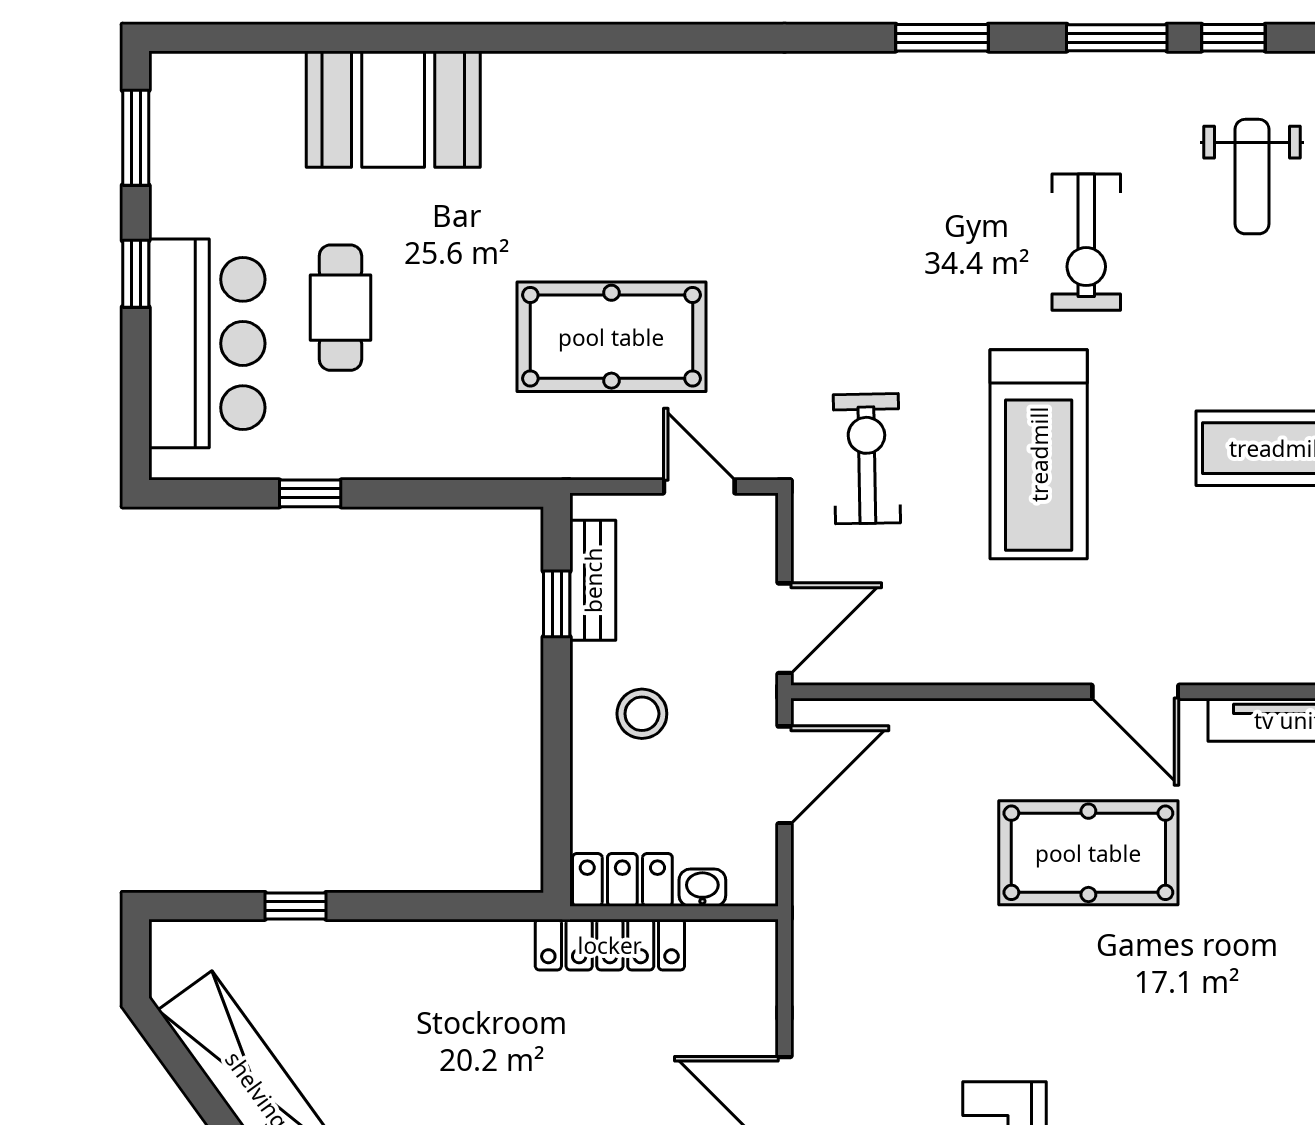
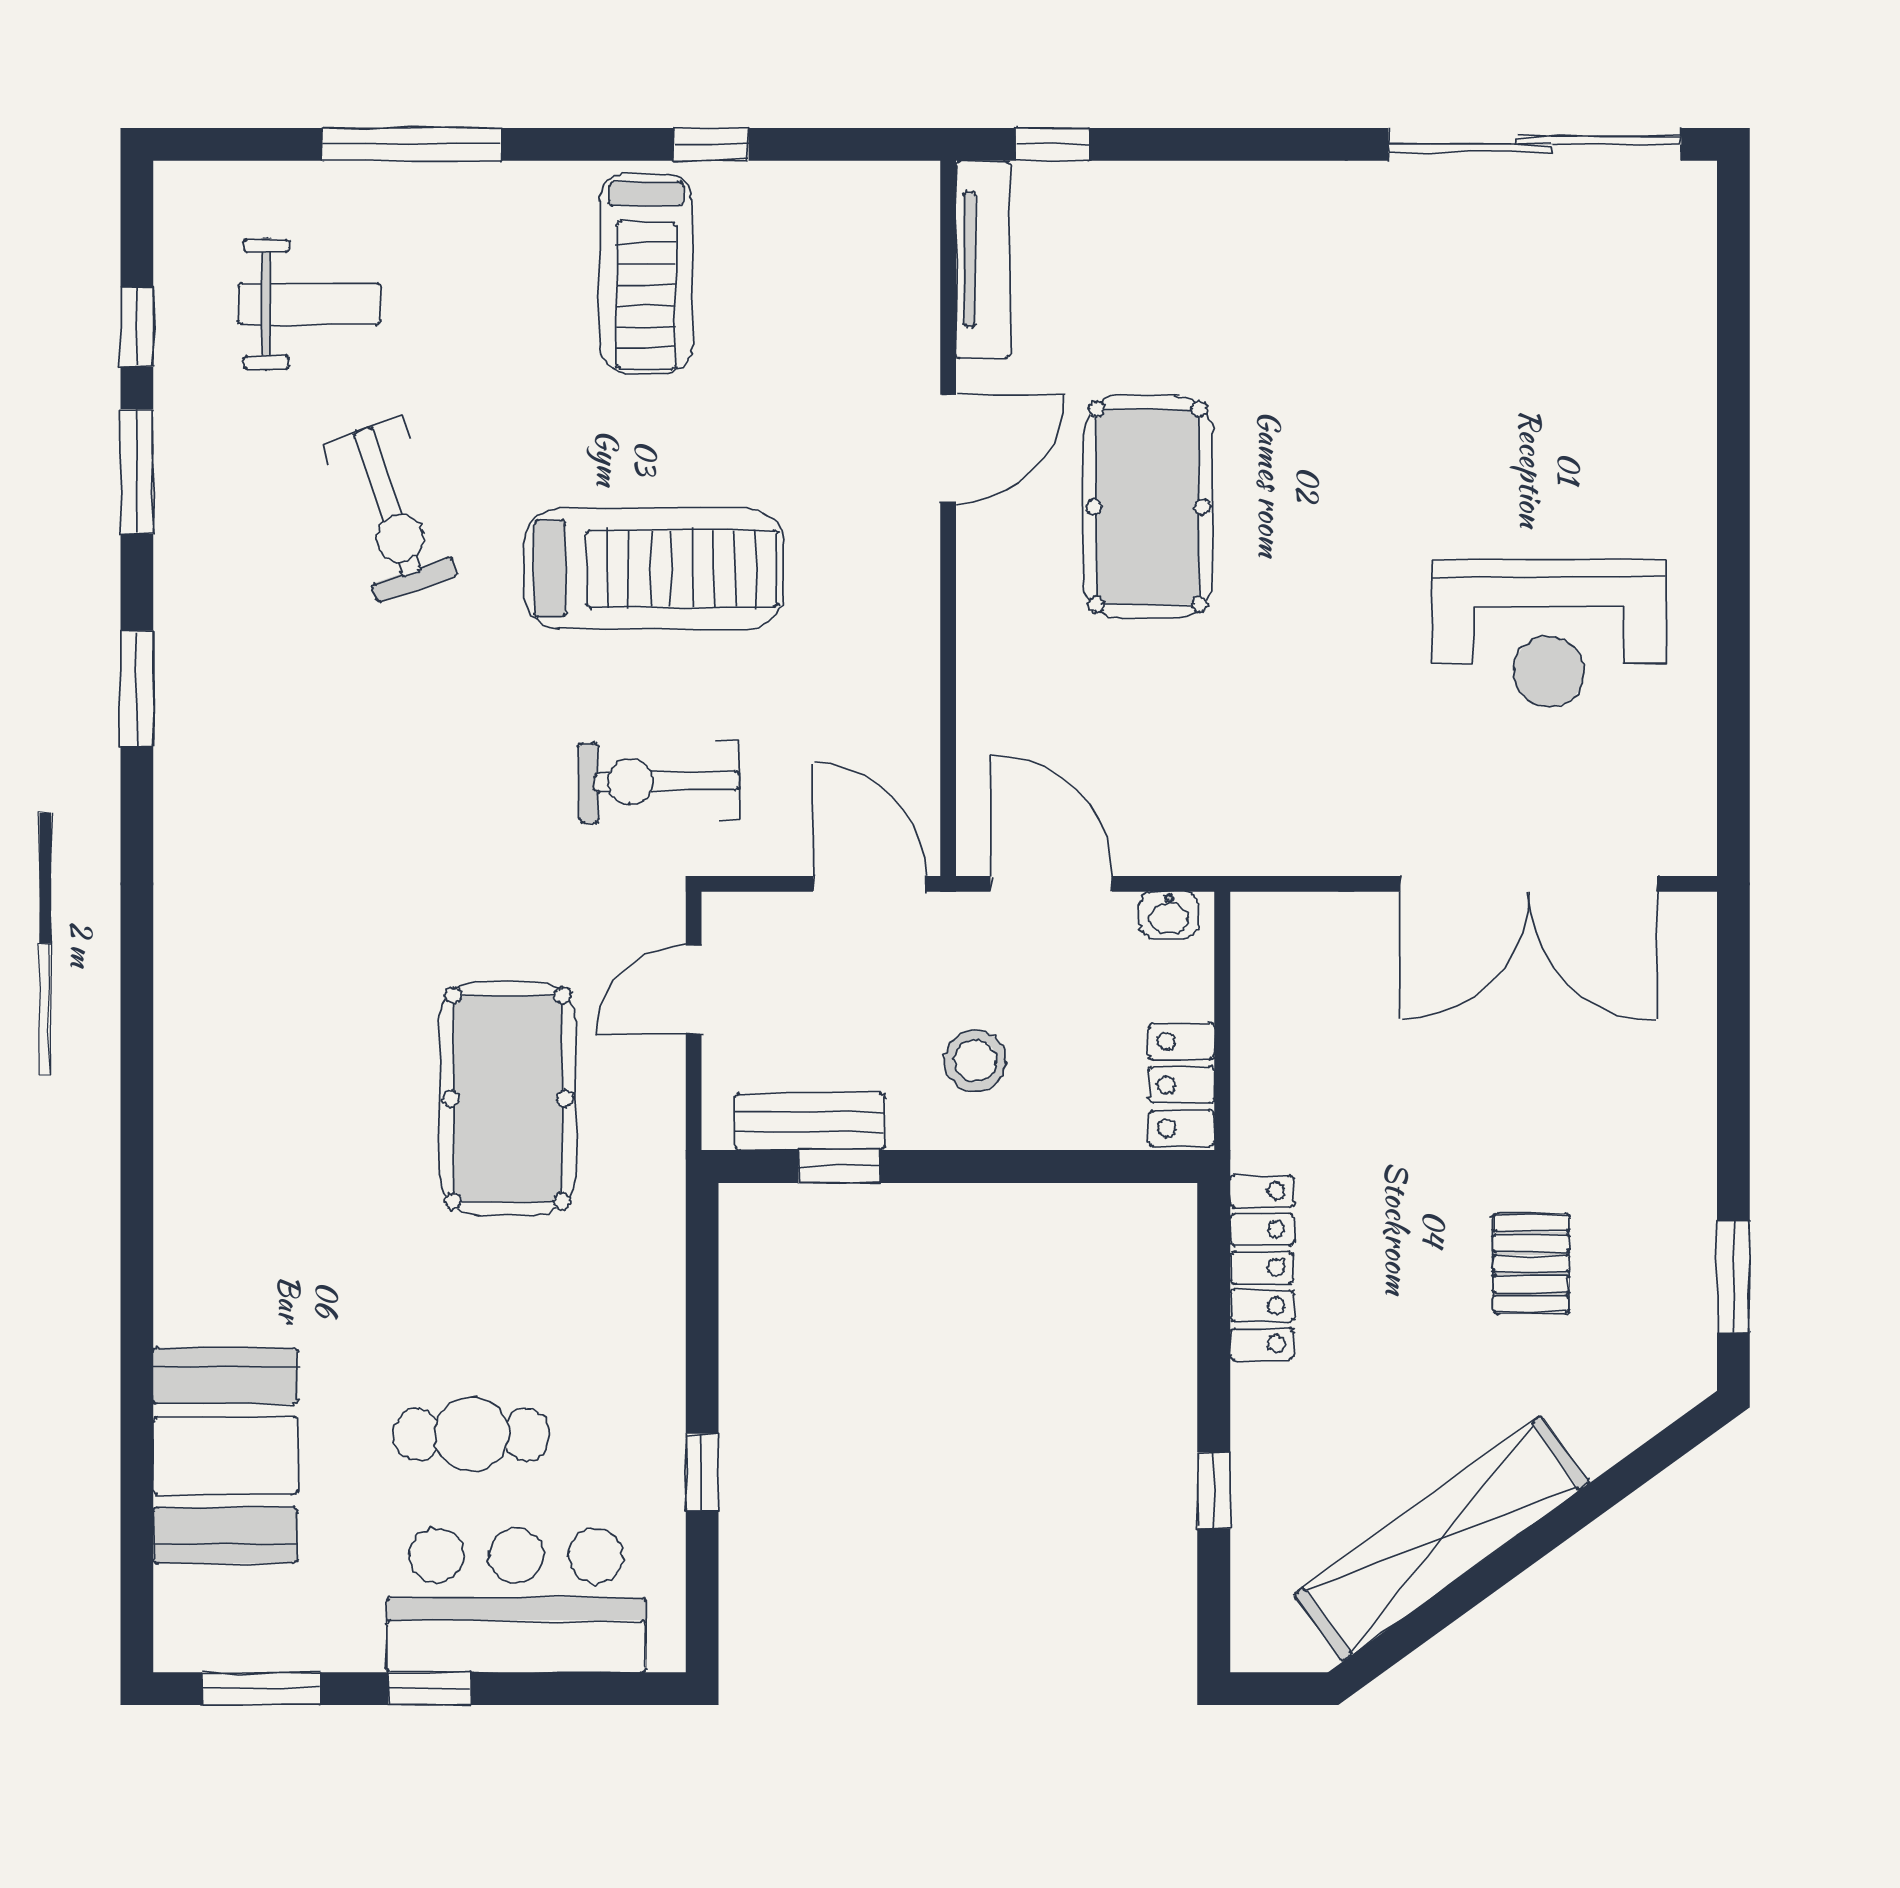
booth: (393, 109) -> (225, 1456), moved
exercise bike: (1086, 242) -> (390, 510), turned 71
washbasin: (702, 888) -> (1169, 915), moved, turned -90
locker: (610, 945) -> (1262, 1268), moved

